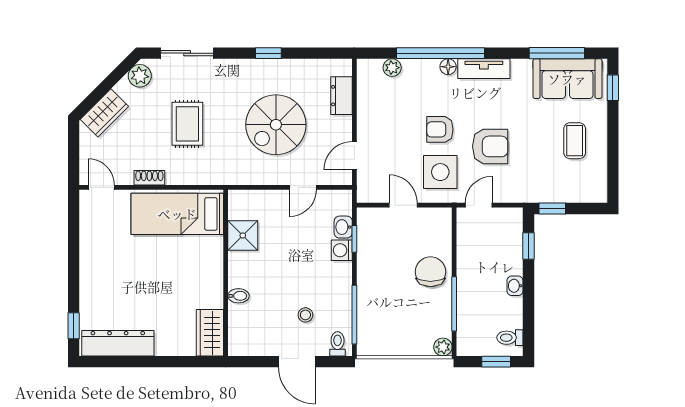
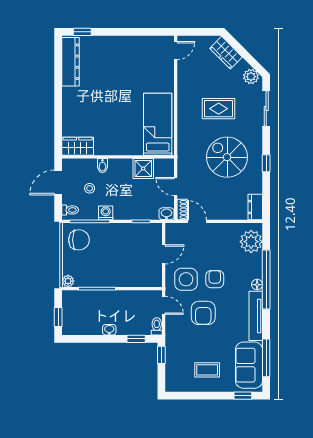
plant: (392, 68) -> (251, 242), width x1.87, depth x1.87
tv unit: (484, 69) -> (256, 316), width x1.41
dresser: (341, 96) -> (255, 207), moved, turned -90
spiral stairs: (276, 125) -> (227, 157), moved
shoe rack: (149, 178) -> (182, 209), moved
bed: (177, 214) -> (158, 124), moved
washbasin: (343, 227) -> (166, 214), moved
shower: (243, 235) -> (143, 168), moved
washing machine: (342, 250) -> (106, 213), moved
chair: (430, 272) -> (79, 240), moved
wall: (226, 273) -> (118, 157), moved
bidet: (238, 296) -> (102, 166), moved
wardrobe: (210, 333) -> (78, 146), moved
toilet: (510, 338) -> (157, 326), moved

